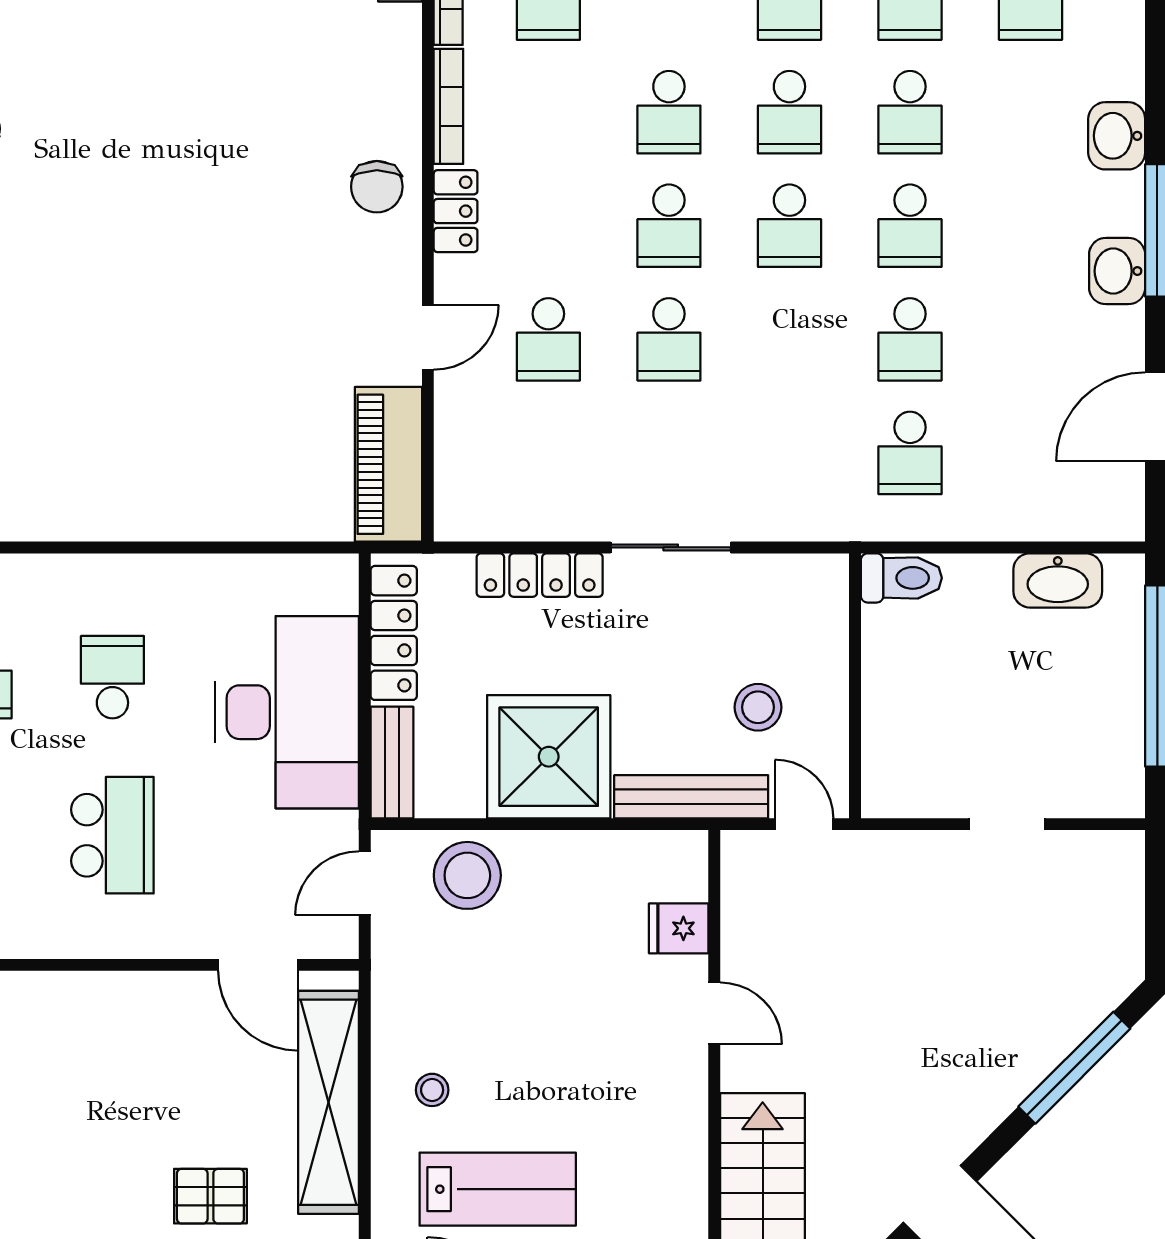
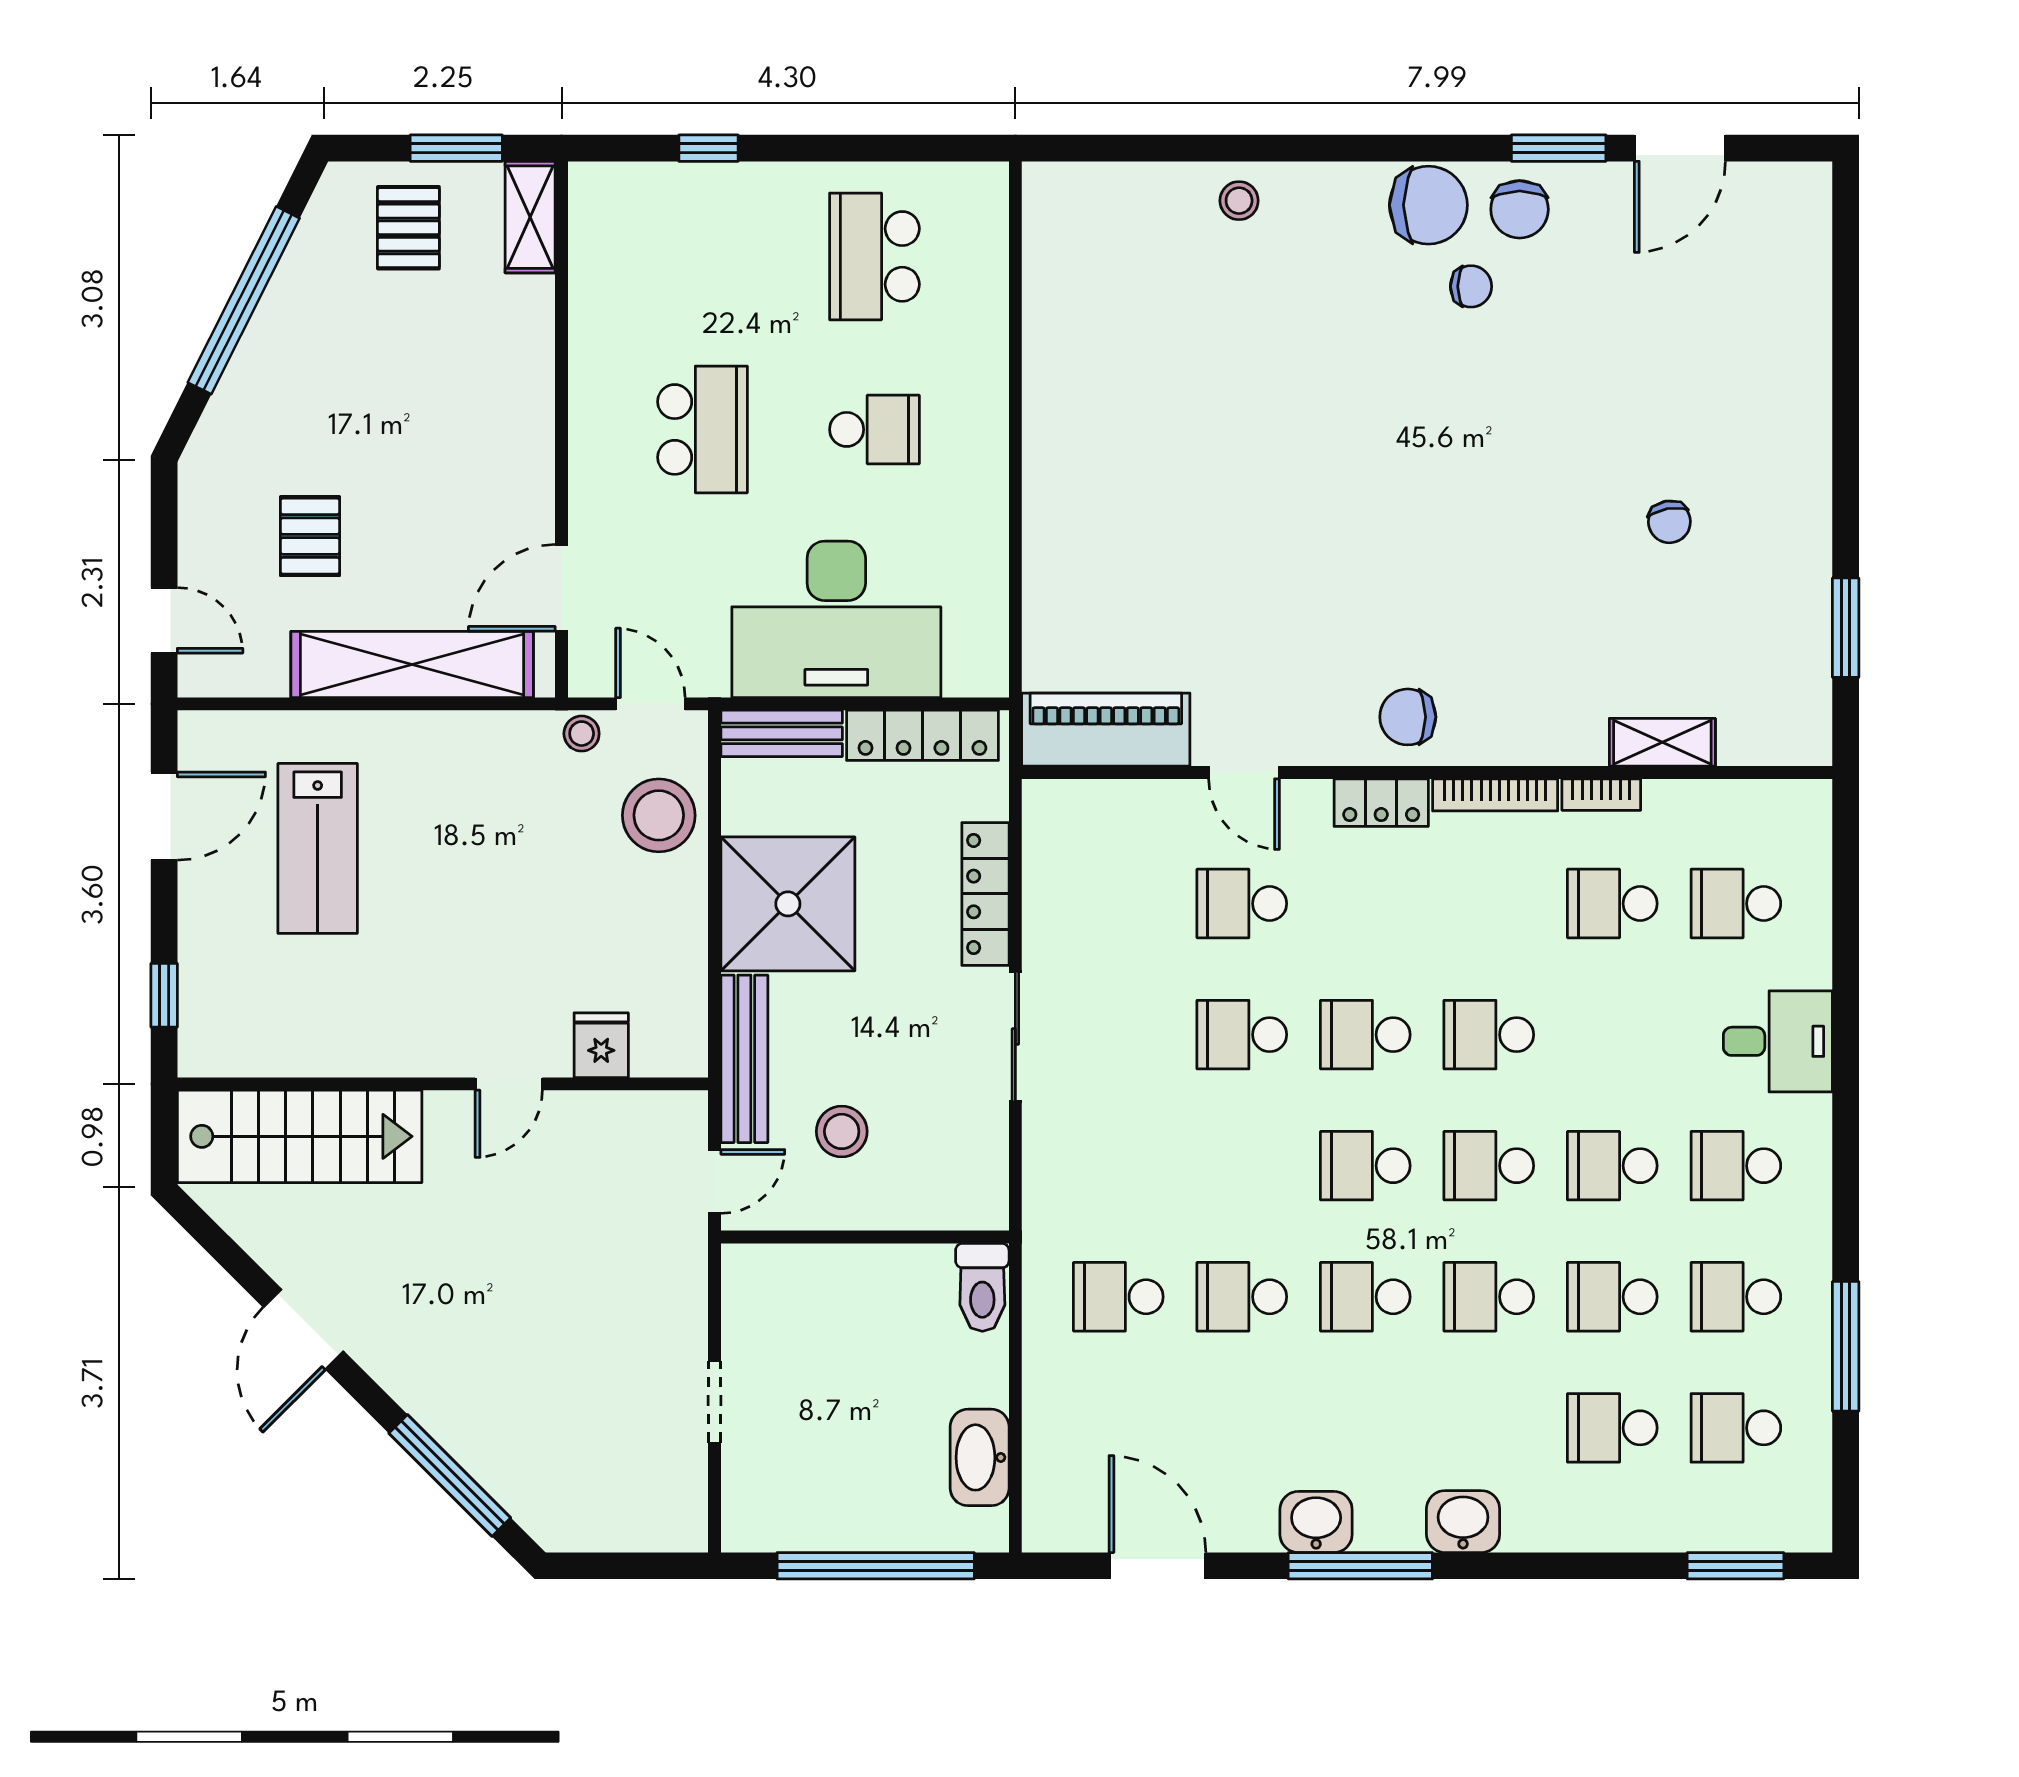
school desk: (112, 835) -> (703, 429), turned -90
stool: (432, 1090) -> (582, 734), moved

